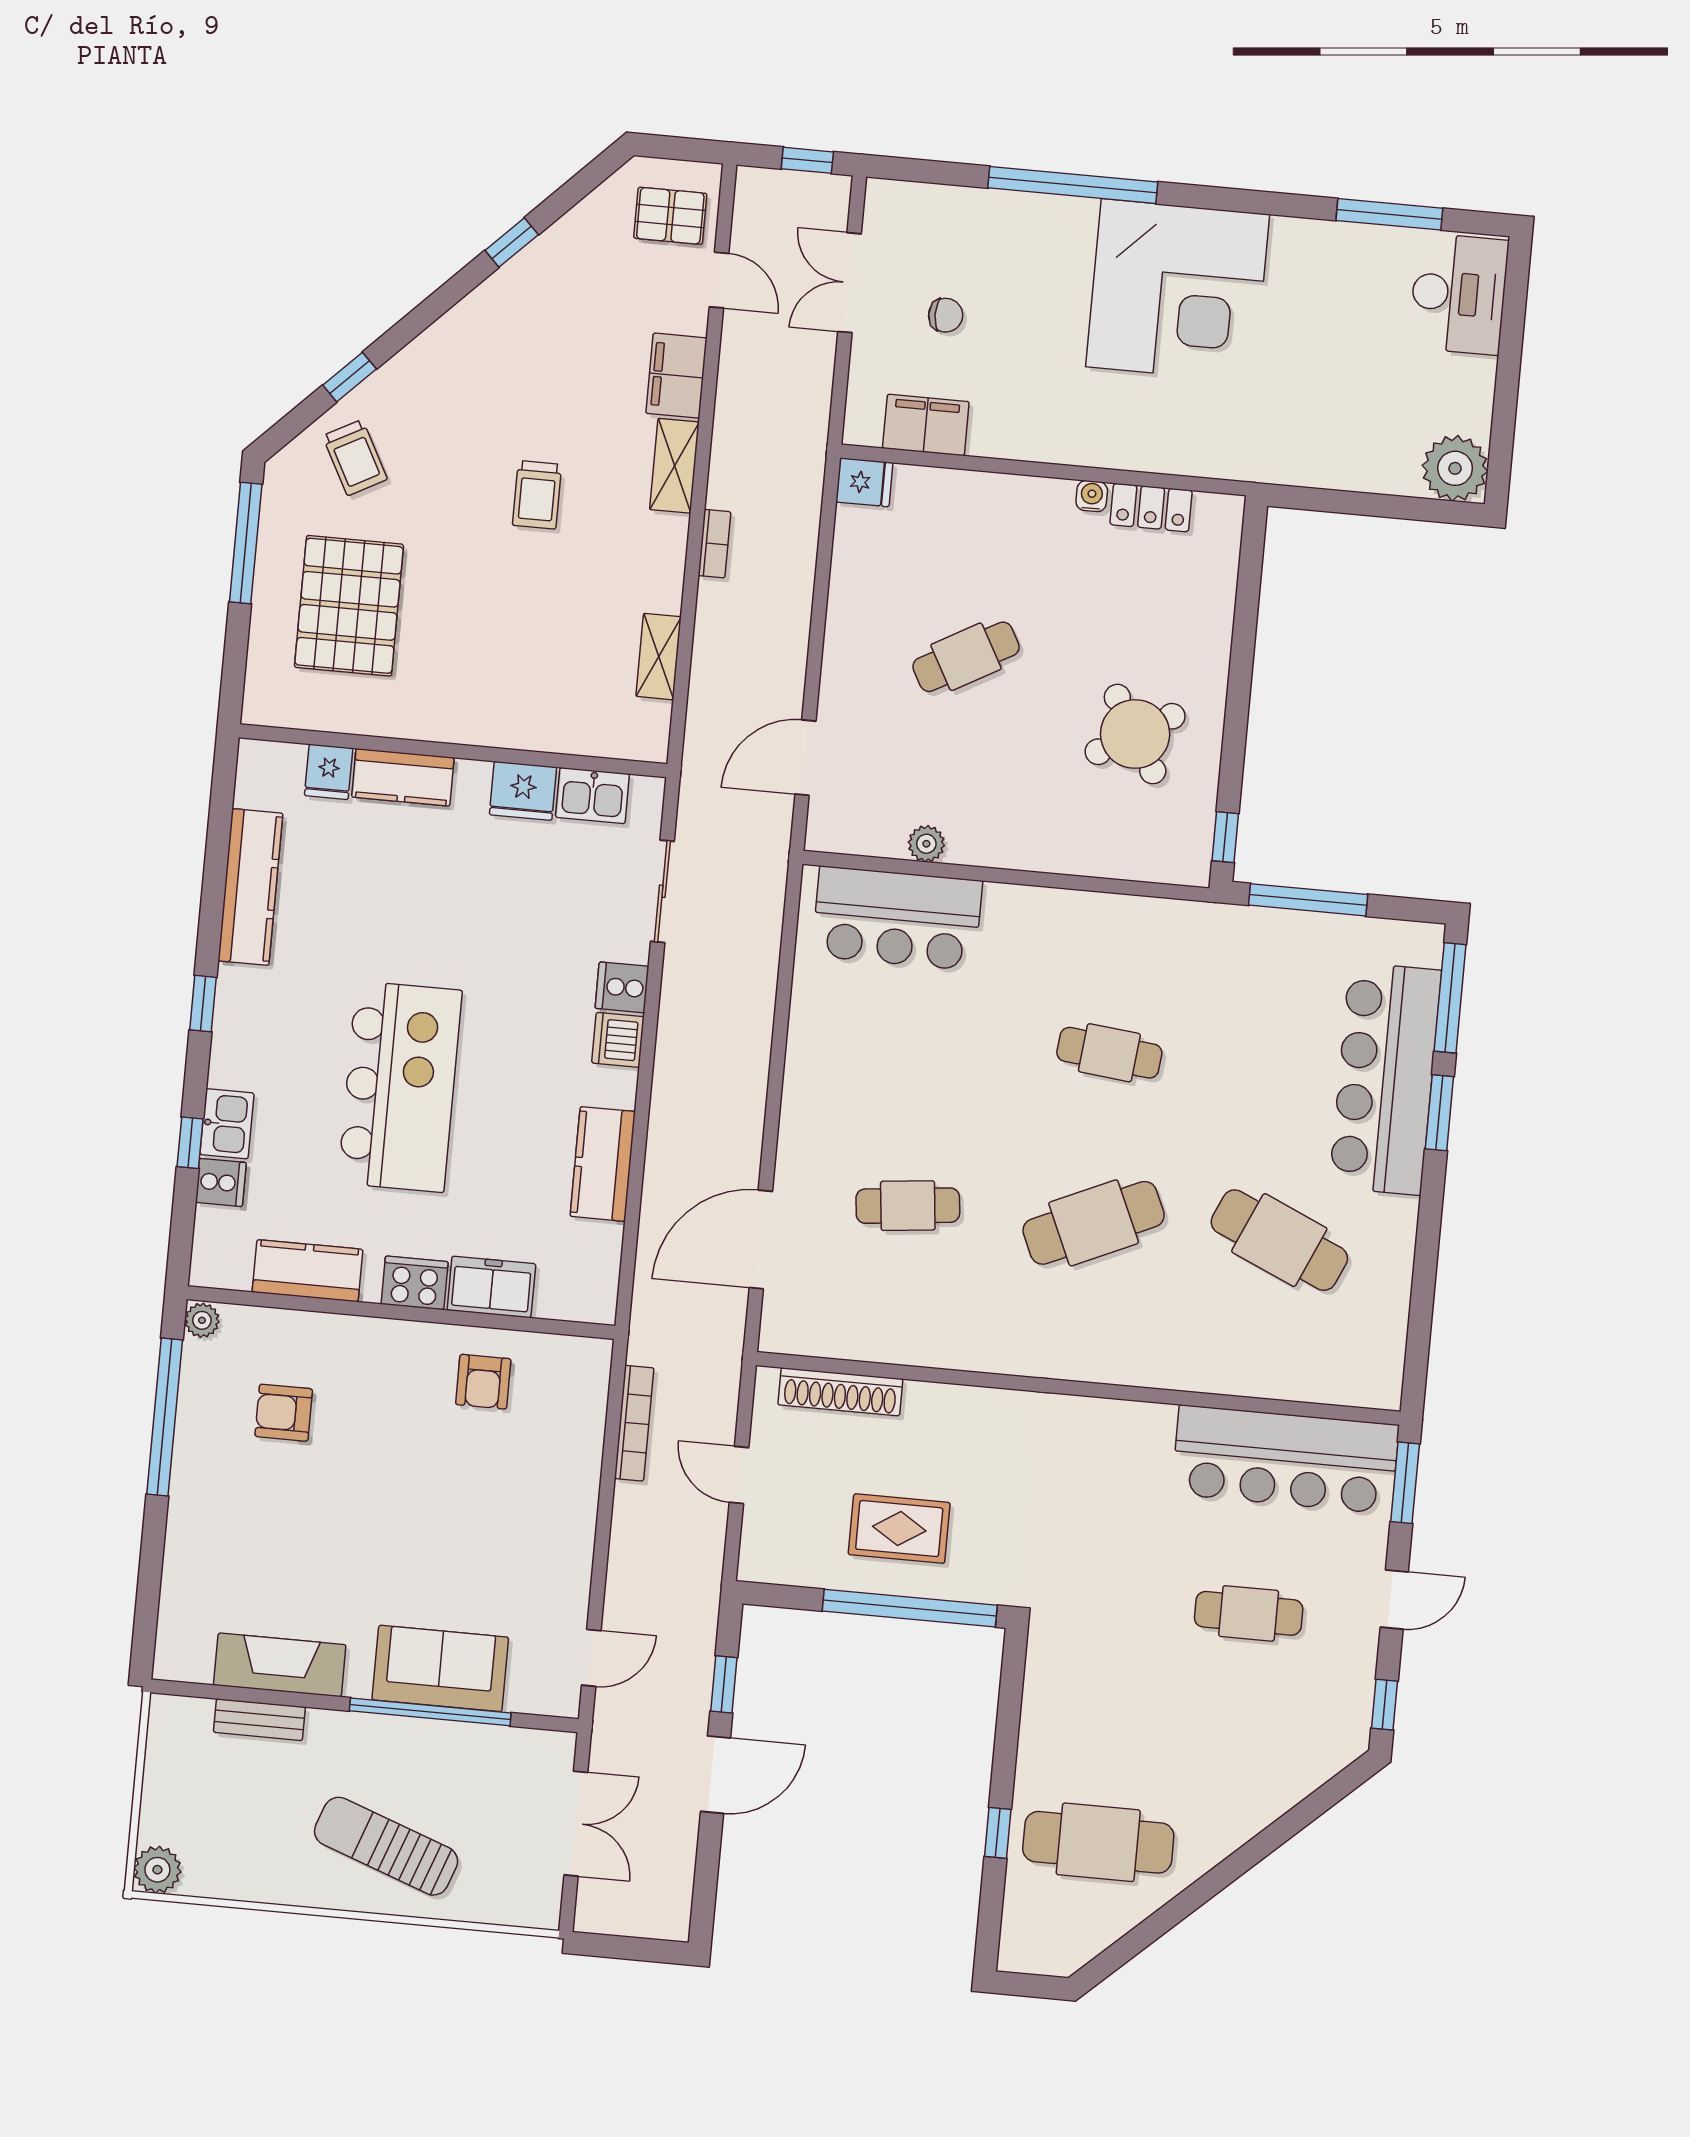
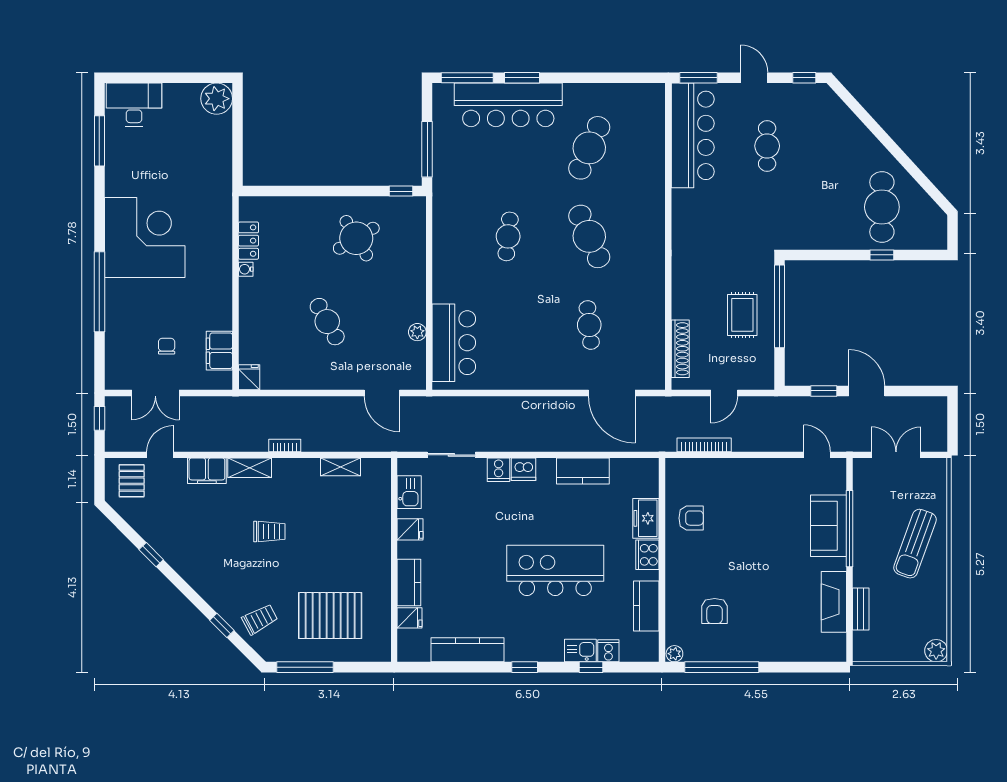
fridge: (523, 791) -> (410, 529), width x0.72

